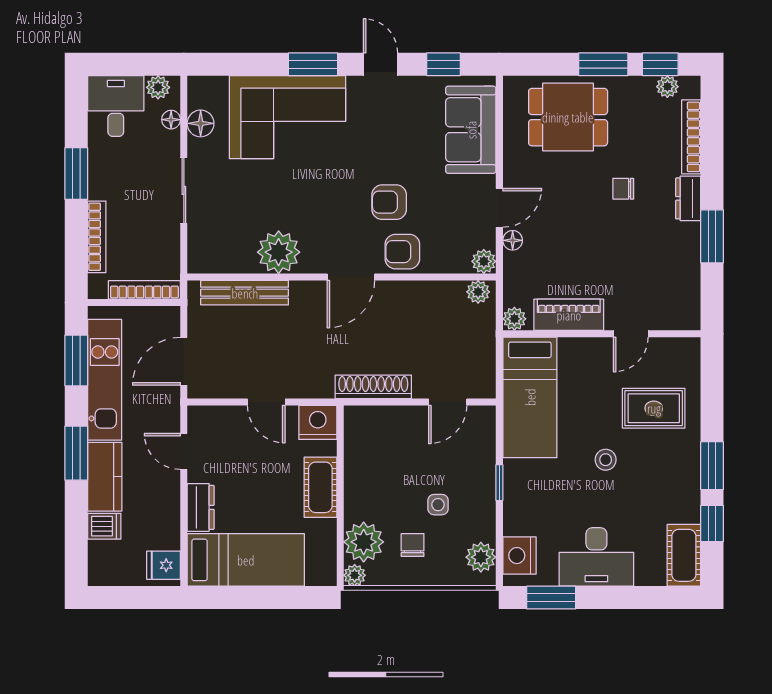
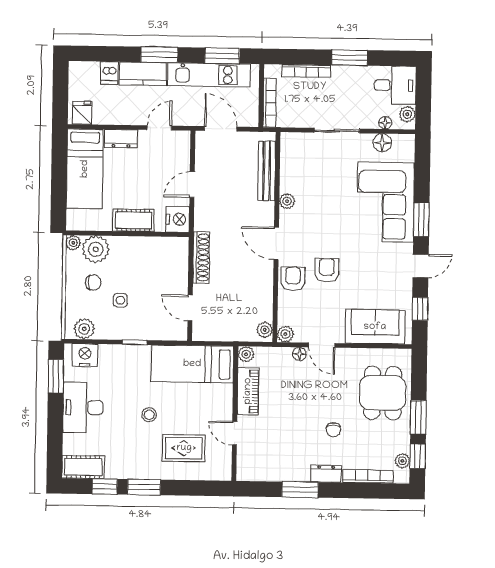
chair: (623, 189) -> (333, 430), turned 180
plant: (279, 252) -> (287, 201), width x0.53, depth x0.53
rug: (654, 408) -> (184, 448), turned 90

